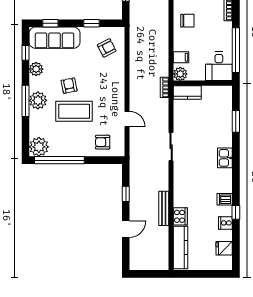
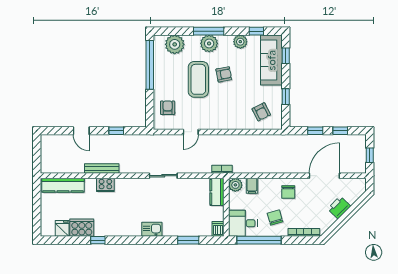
chair: (213, 34) -> (275, 217), added
plant: (39, 147) -> (175, 44), moved
dishwasher: (225, 199) -> (218, 229), moved
cooker: (180, 216) -> (105, 185), moved
cooker: (225, 223) -> (82, 228), width x1.87, depth x1.31

